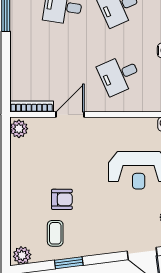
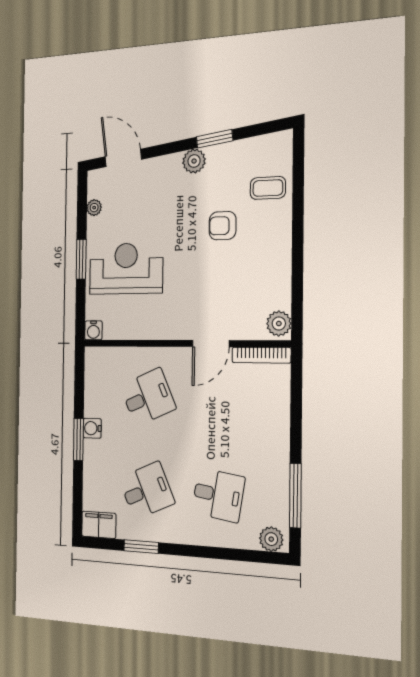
coffee table: (55, 233) -> (268, 188), moved, turned 90
plant: (22, 255) -> (194, 161), moved

